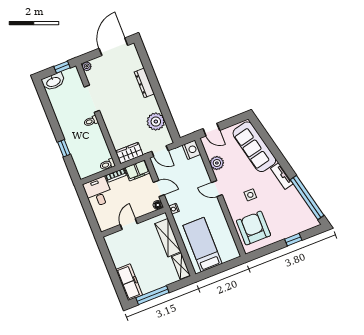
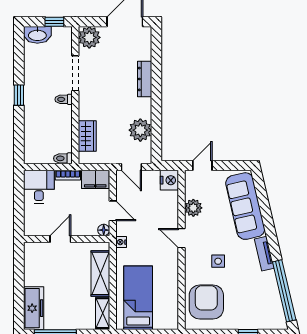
plant: (87, 66) -> (89, 37), width x1.88, depth x1.88
door: (211, 130) -> (202, 166), swing flipped
window: (64, 148) -> (19, 95), moved
wardrobe: (129, 153) -> (87, 136), moved, turned 90

